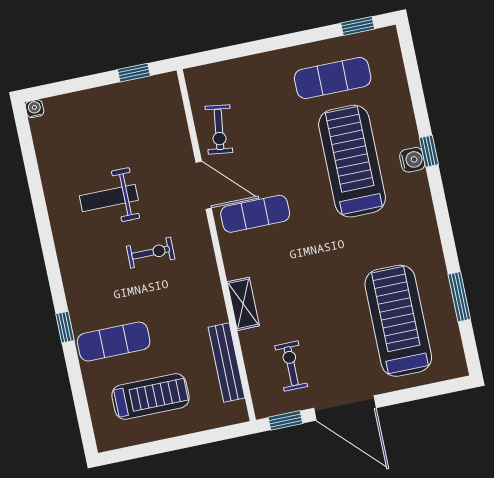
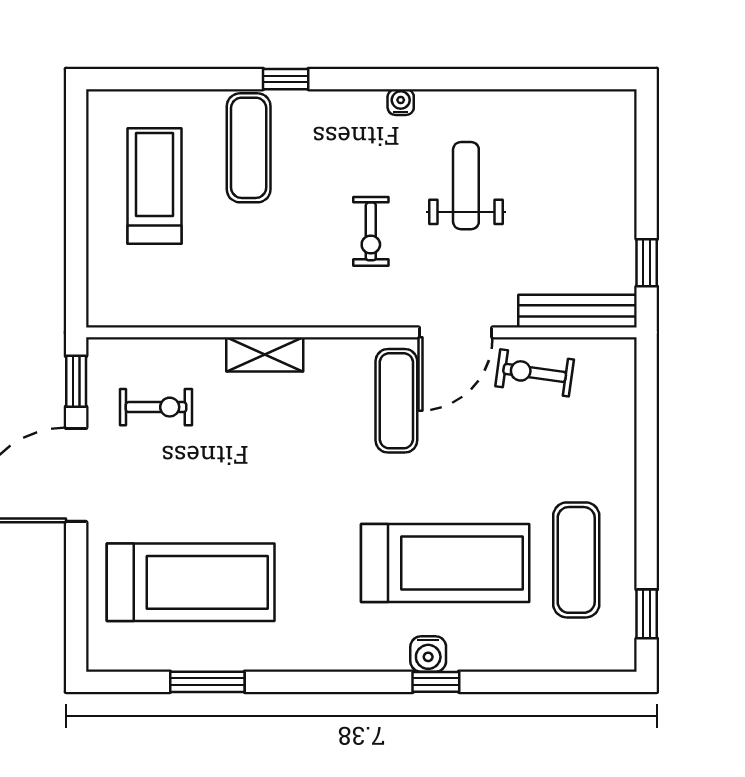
water cooler: (35, 109) -> (401, 102), moved, turned -90
bench: (227, 363) -> (578, 311), moved
treadmill: (150, 396) -> (154, 186), turned 180

